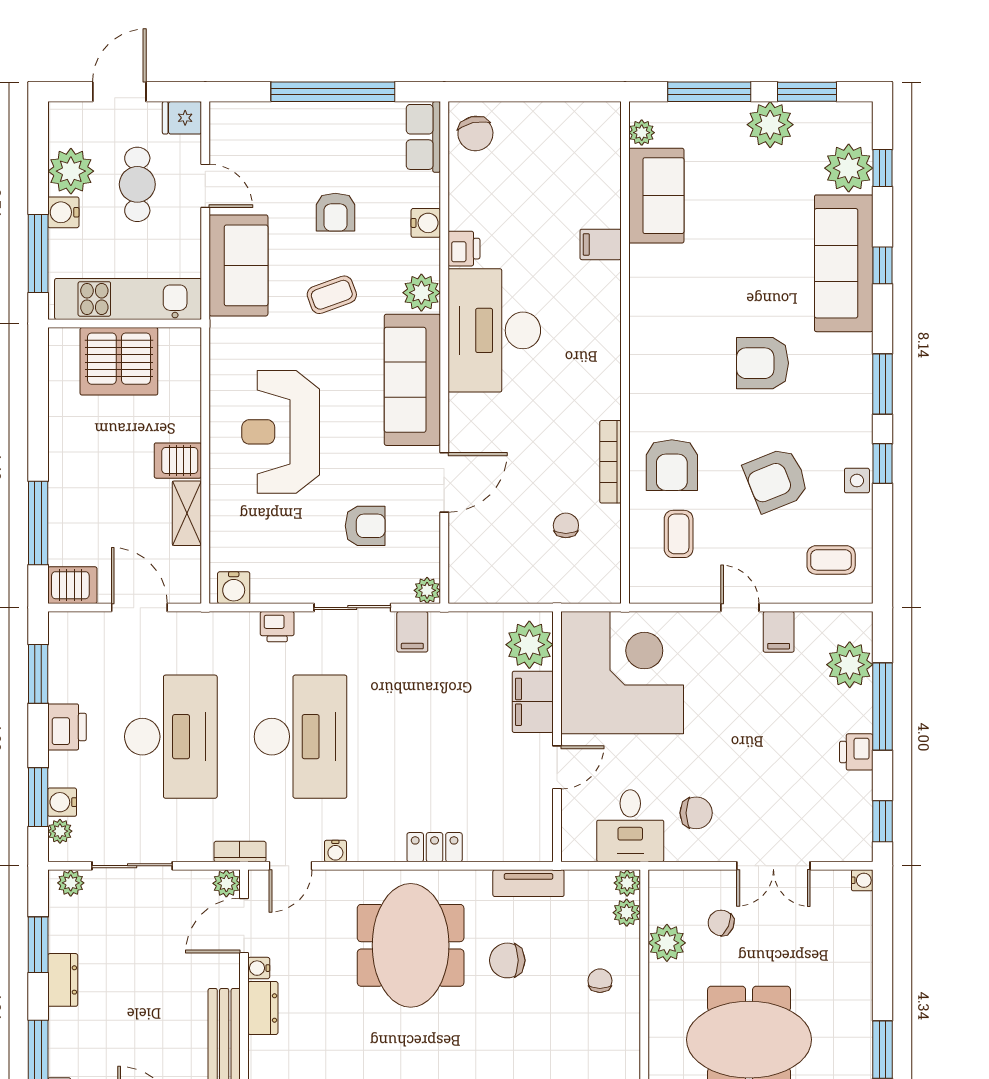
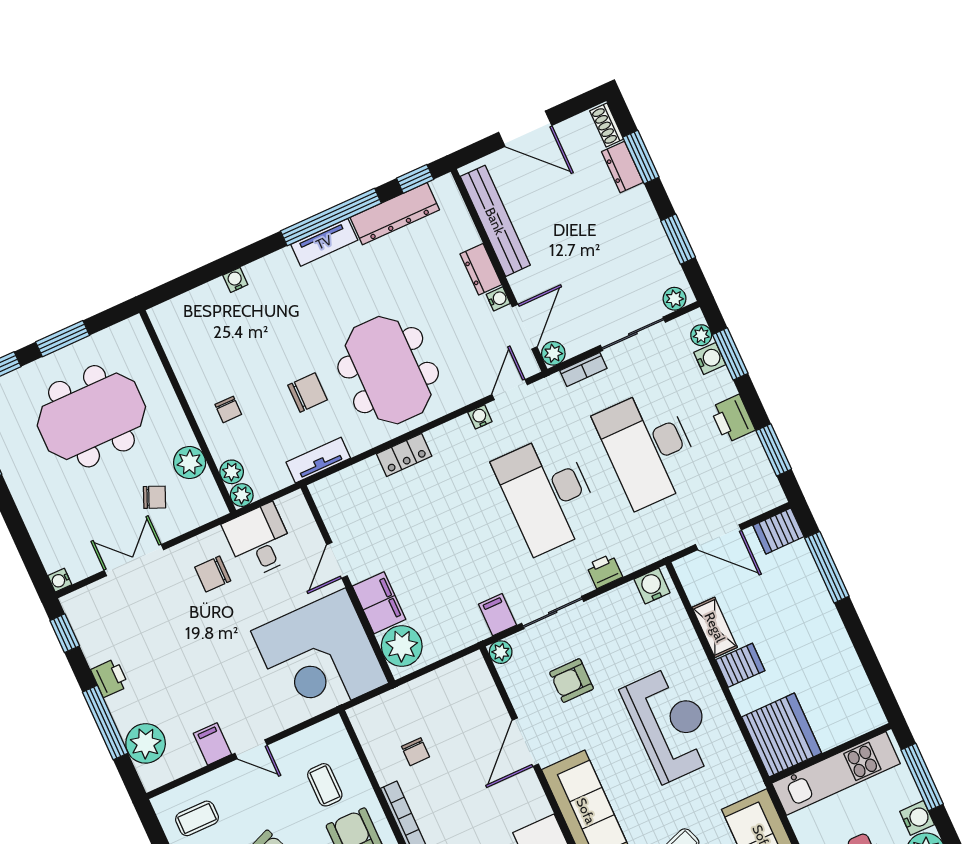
server rack: (119, 361) -> (782, 735), moved, turned 90
bookcase: (240, 852) -> (583, 370), moved
dresser: (63, 980) -> (622, 167), moved

